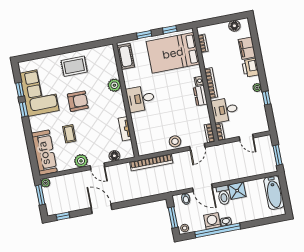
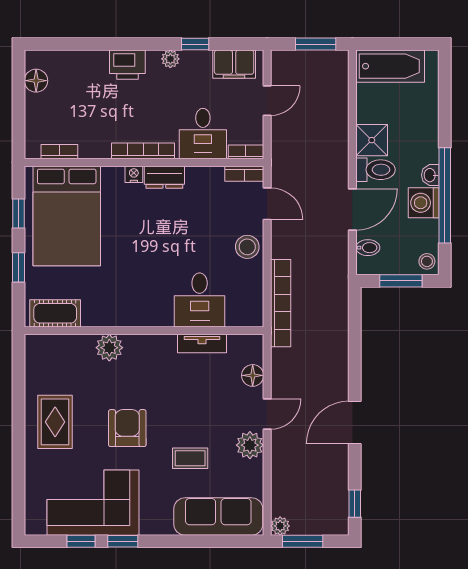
filing cabinet: (247, 48) -> (234, 64), moved
desk: (141, 99) -> (200, 300), moved

